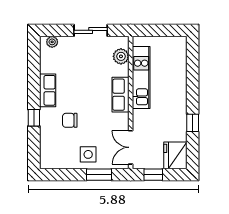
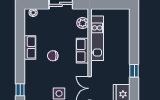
window: (34, 118) -> (20, 90), moved
chair: (70, 120) -> (53, 56), moved

